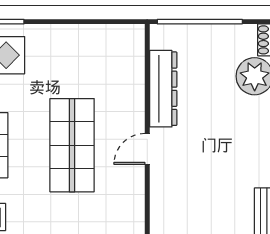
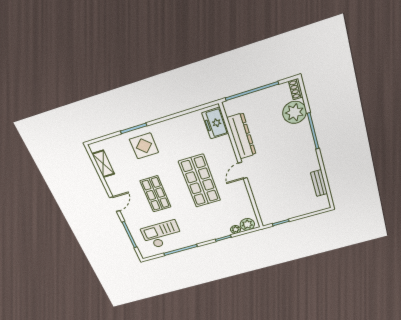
freezer: (130, 54) -> (215, 123), added

